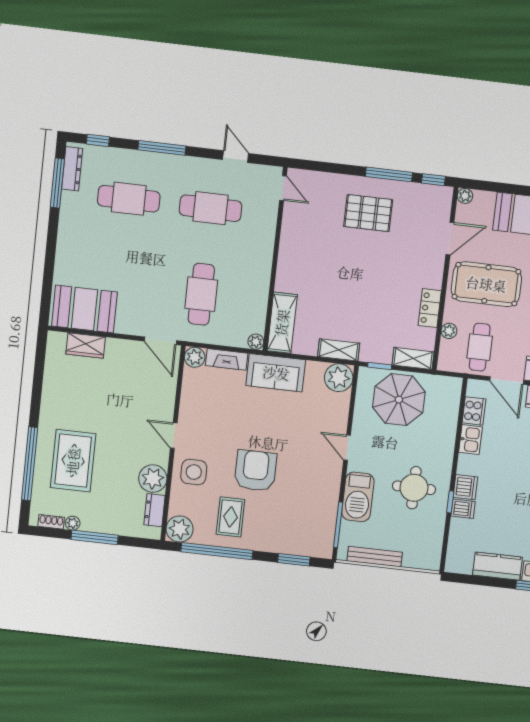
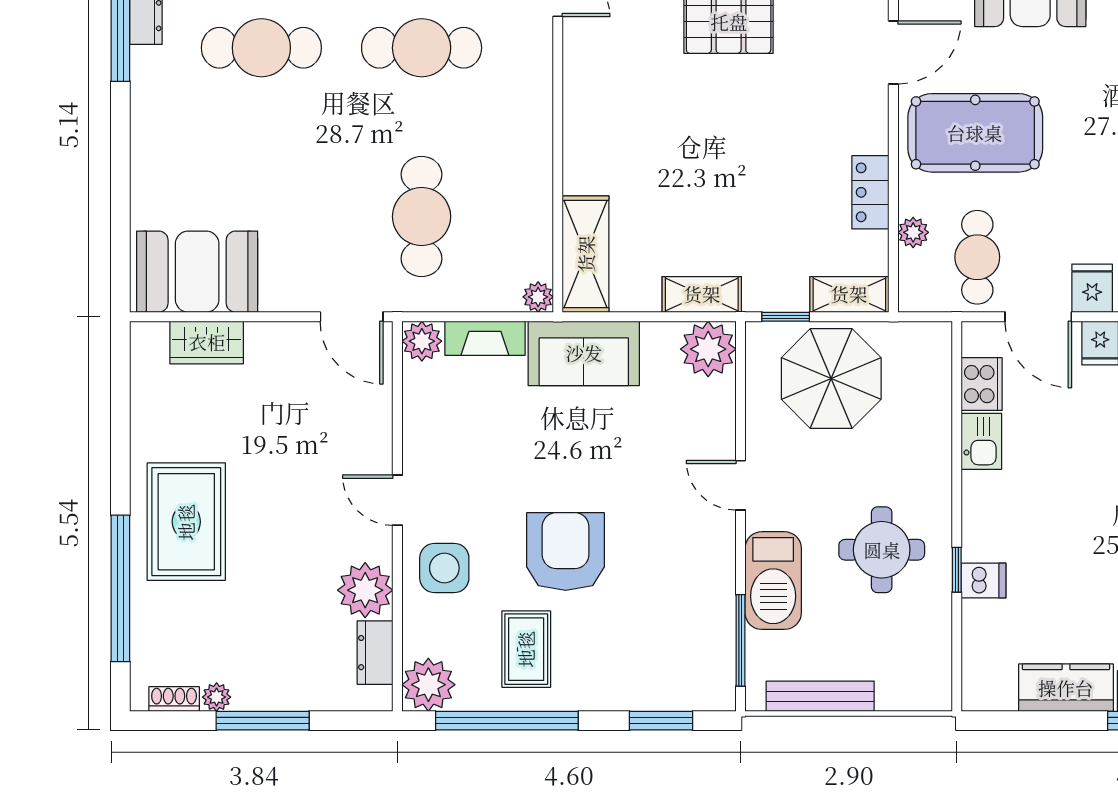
rug: (73, 461) -> (186, 522), moved
dishwasher: (465, 487) -> (983, 537), removed

